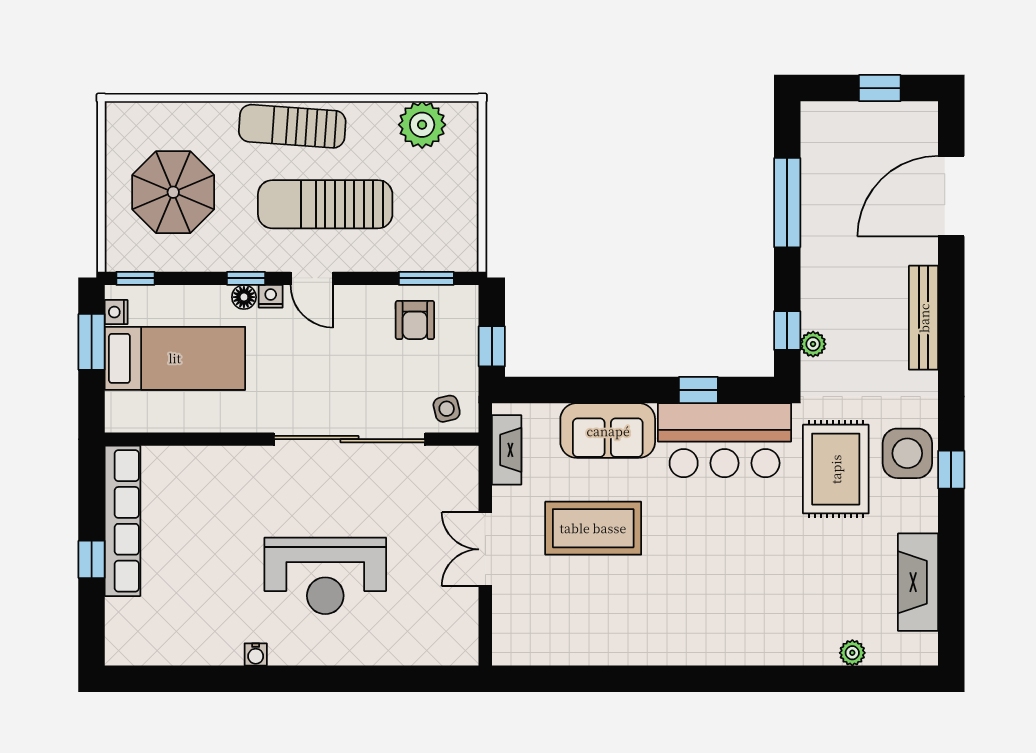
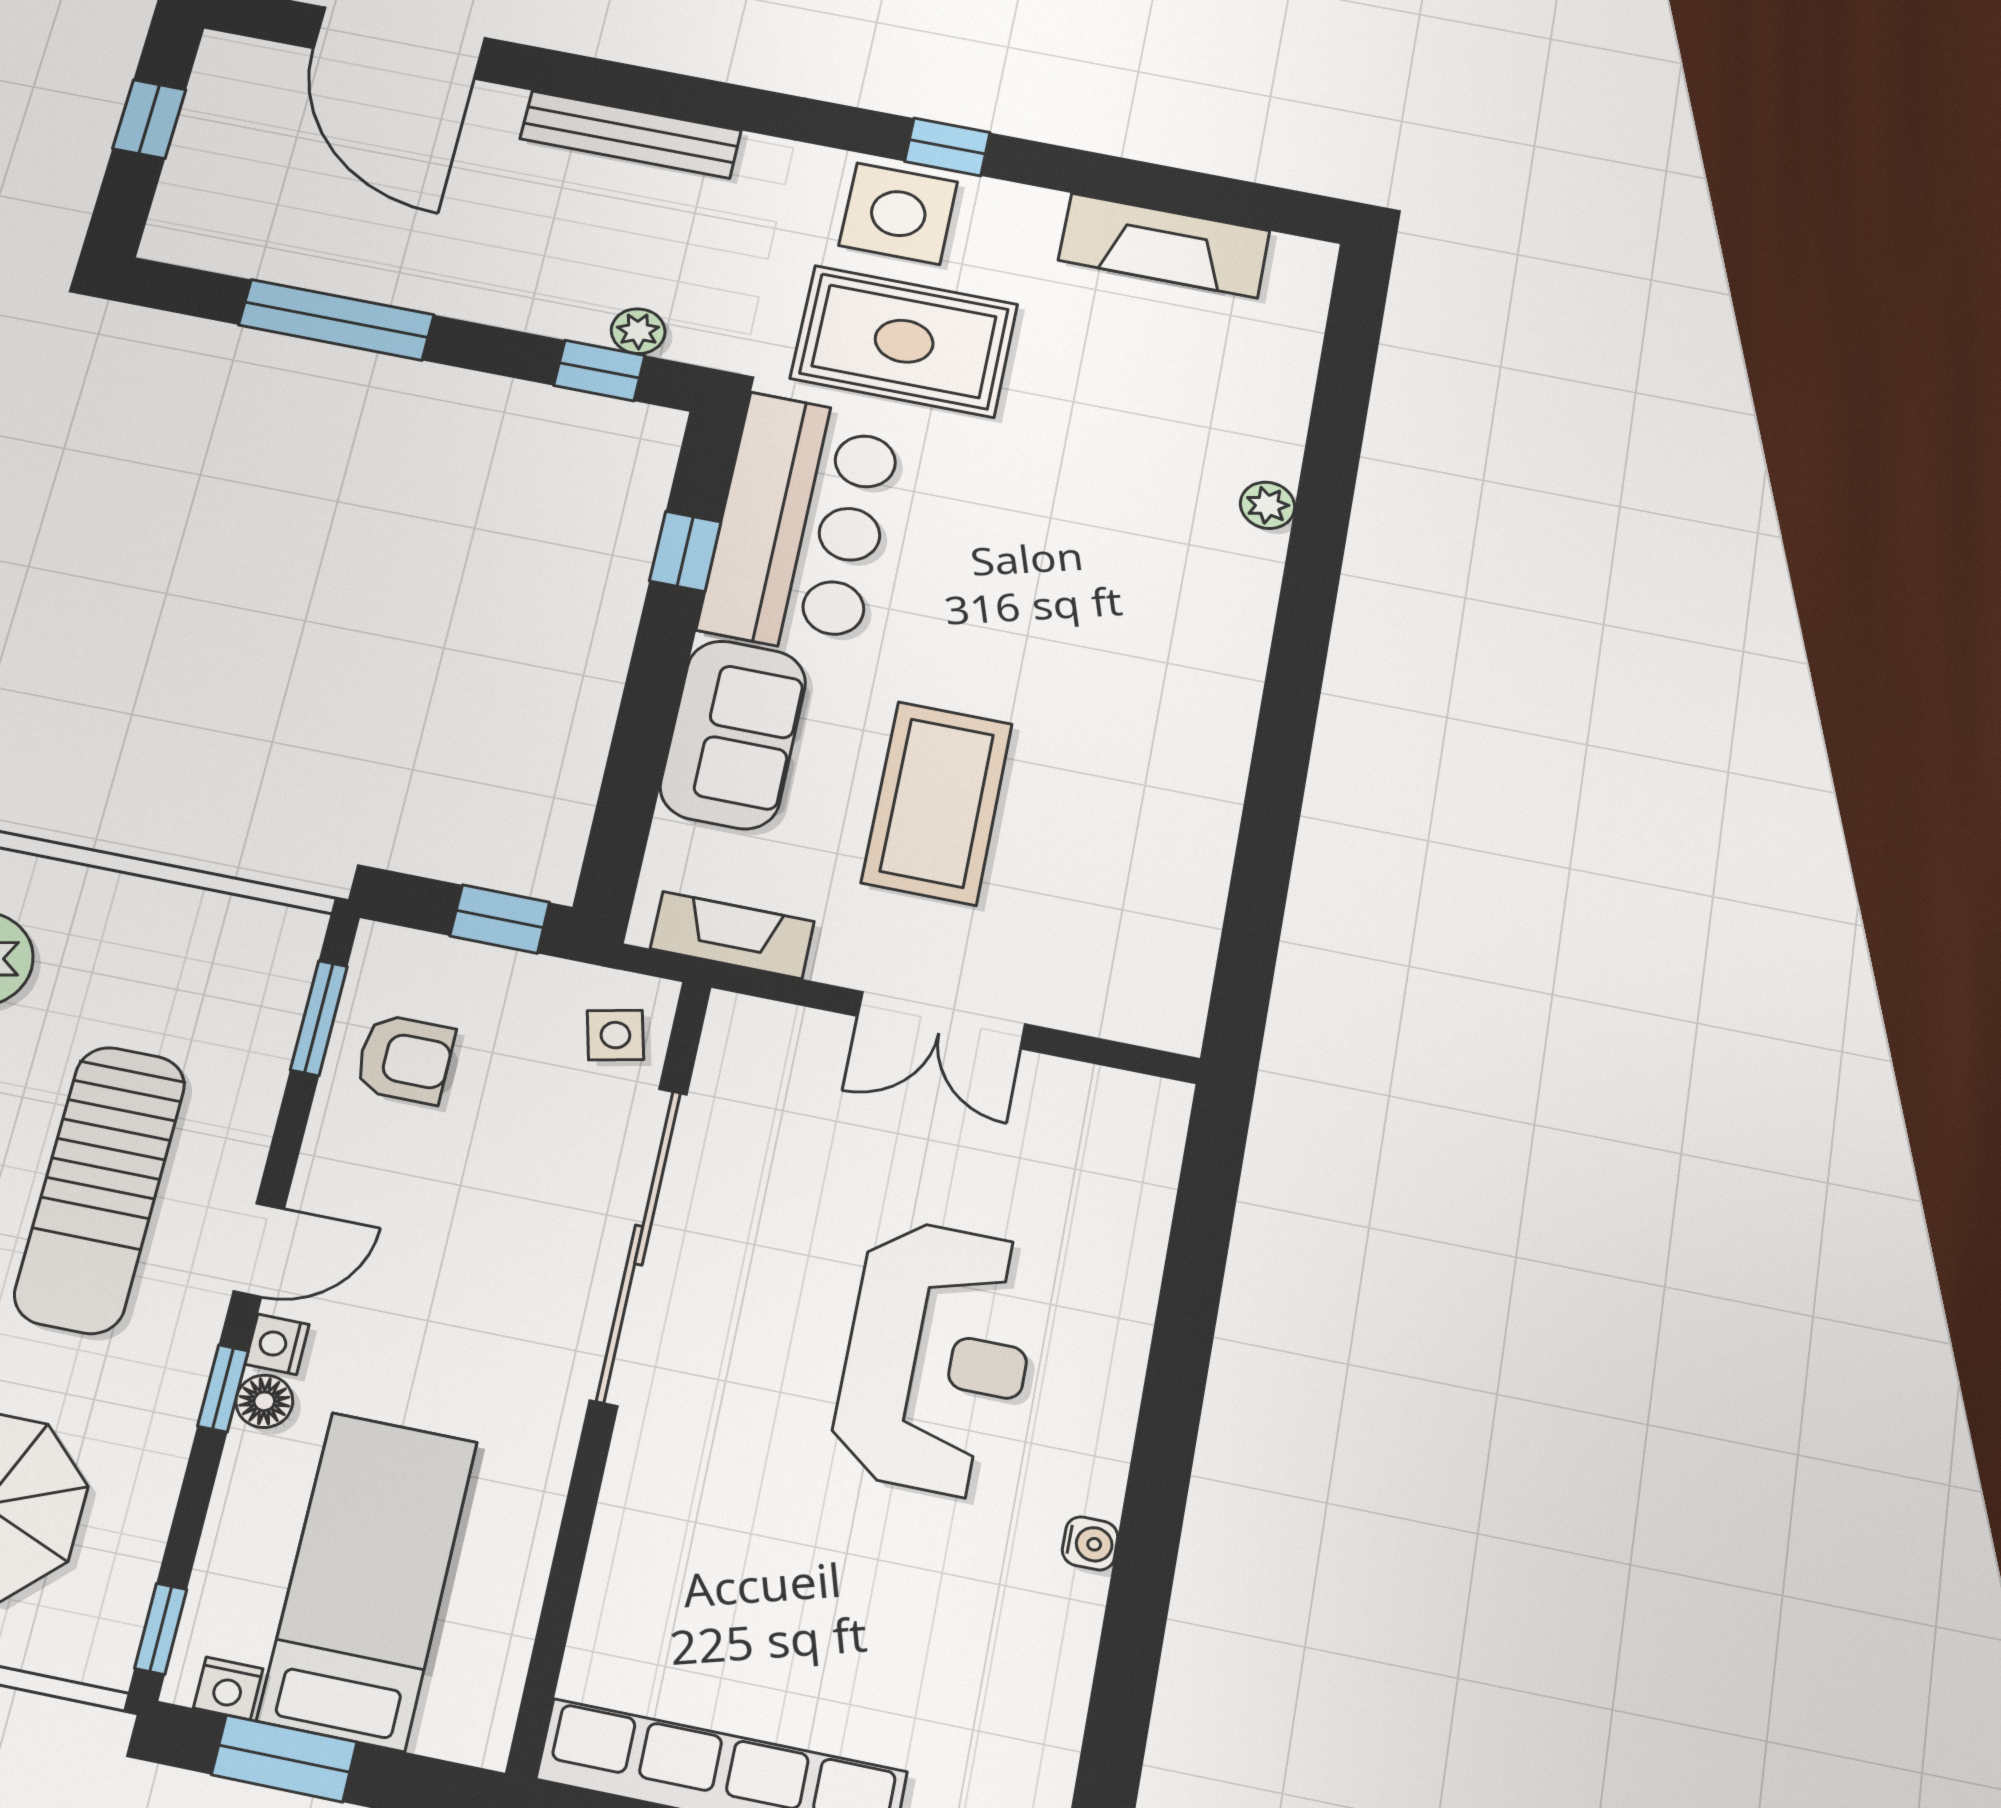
plant: (852, 653) -> (1267, 505), moved

